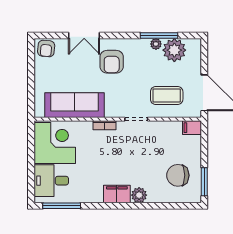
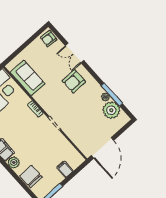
coffee table: (167, 95) -> (82, 128), removed
sofa: (74, 105) -> (28, 78), width x0.73
filing cabinet: (192, 128) -> (65, 169), moved
chair: (178, 175) -> (31, 177), moved

